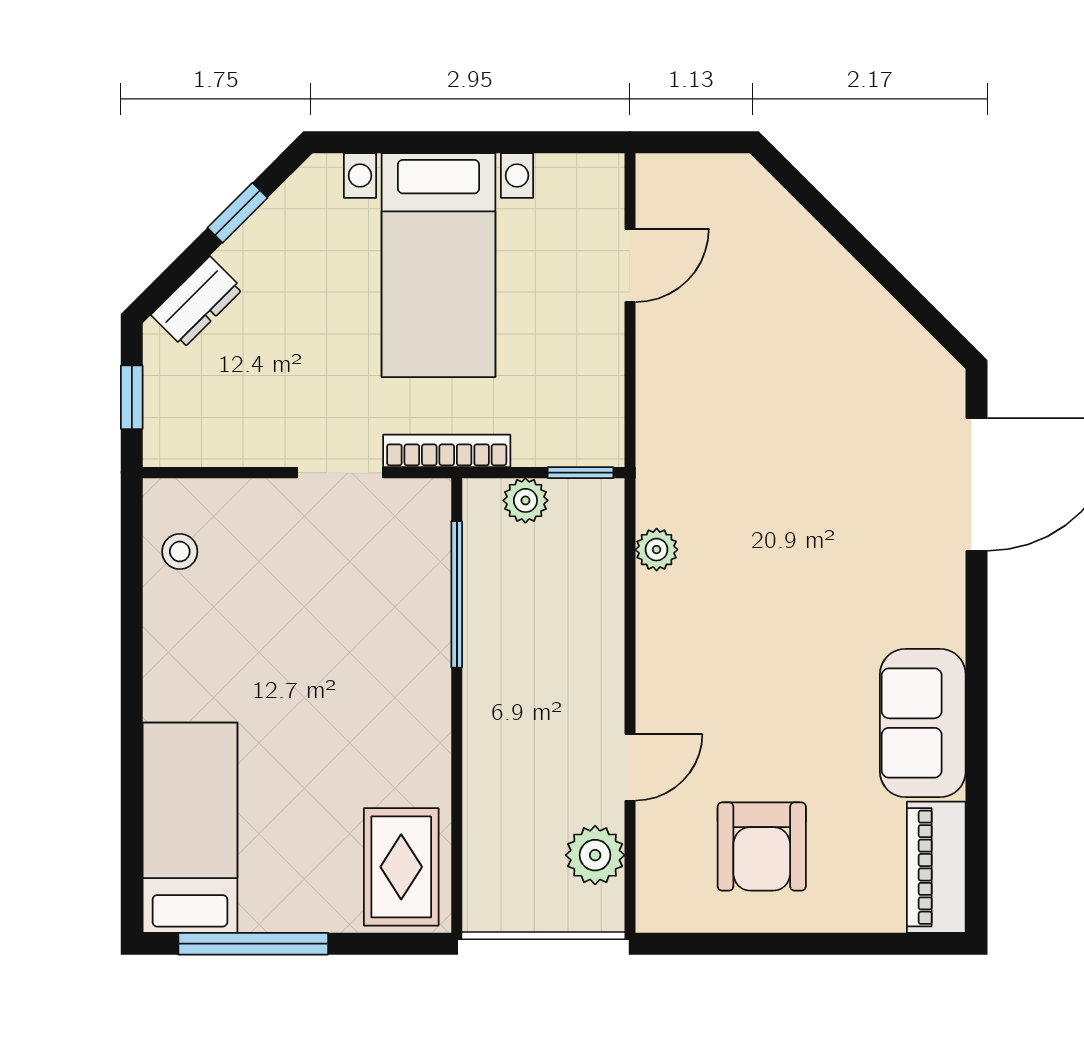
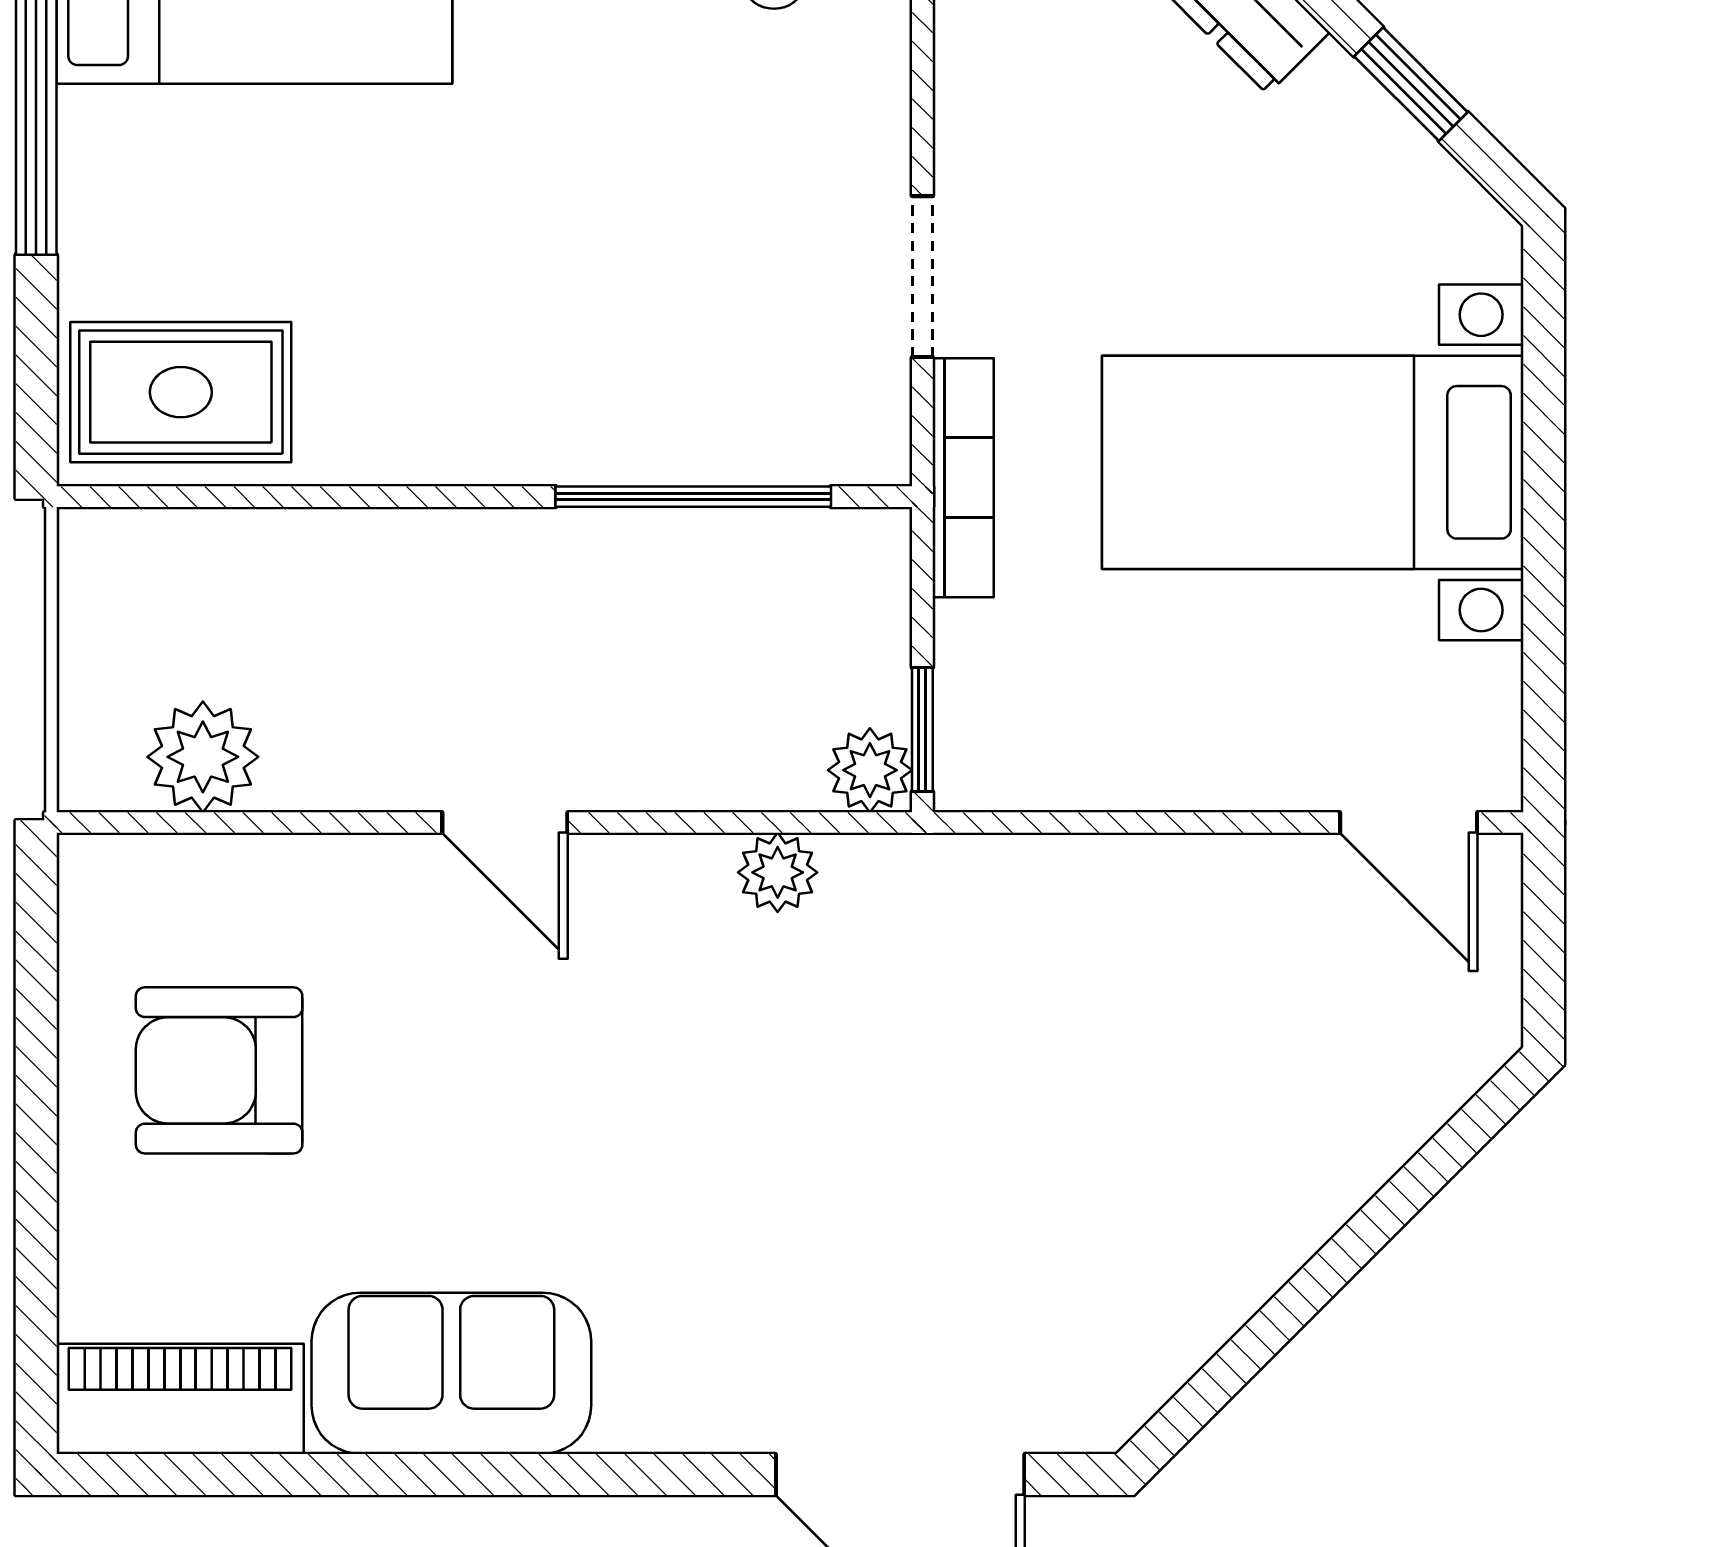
door: (630, 265) -> (1409, 823), moved
plant: (525, 500) -> (870, 770), moved
door: (630, 767) -> (505, 823), moved

